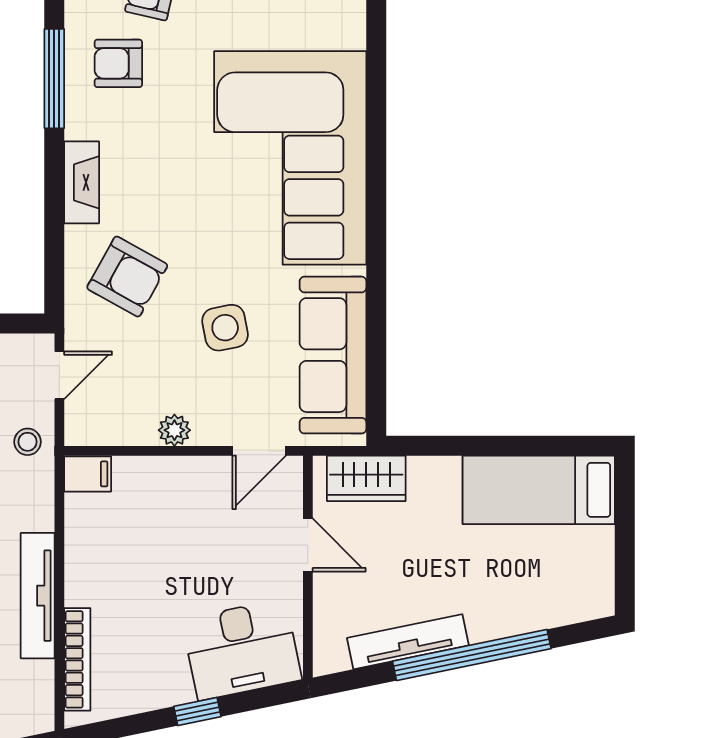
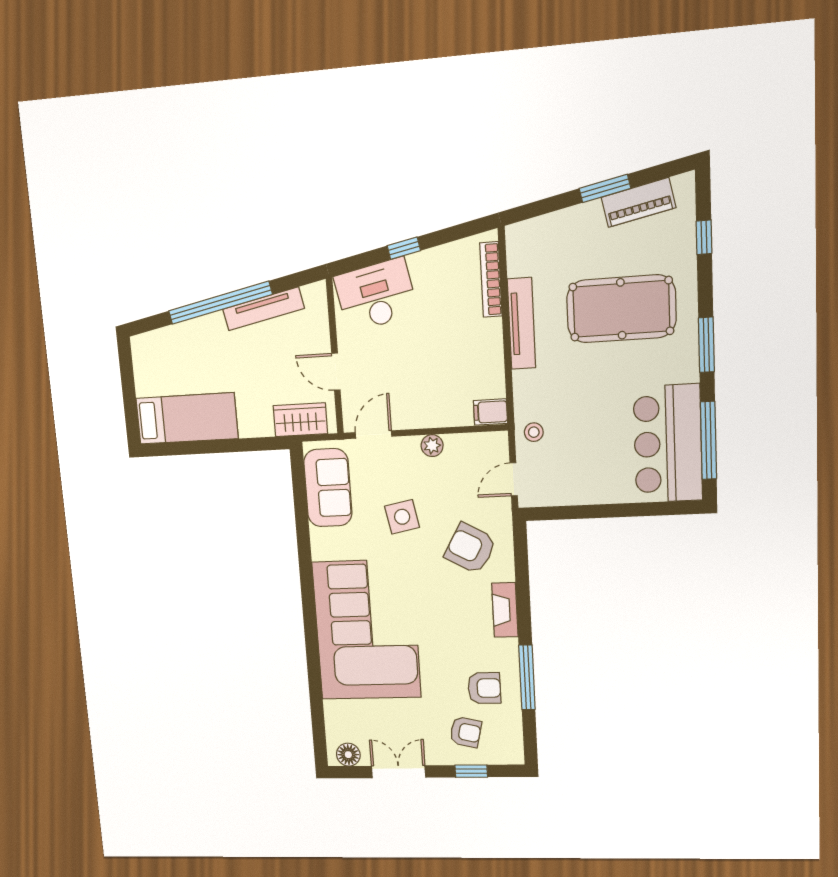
sofa: (333, 355) -> (328, 488), width x0.73

